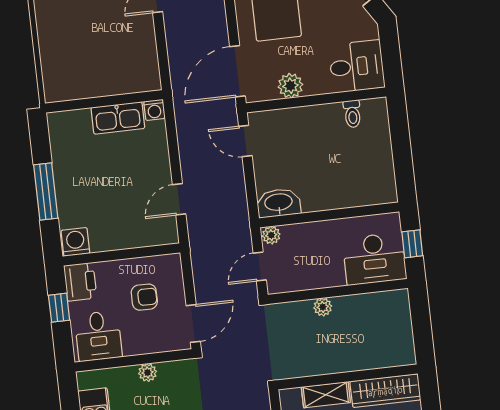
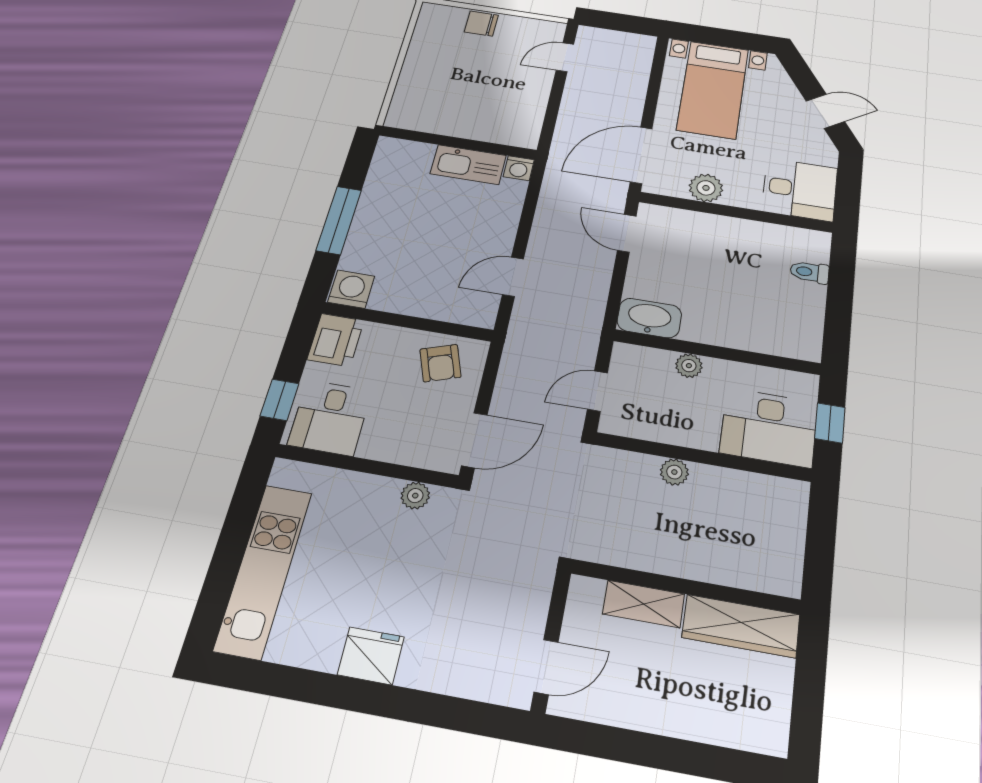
toilet: (352, 114) -> (809, 272), moved, turned 90
plant: (271, 235) -> (689, 366), moved
armchair: (144, 297) -> (440, 363), moved, turned 71
window: (59, 308) -> (280, 400), moved
plant: (148, 373) -> (415, 496), moved

